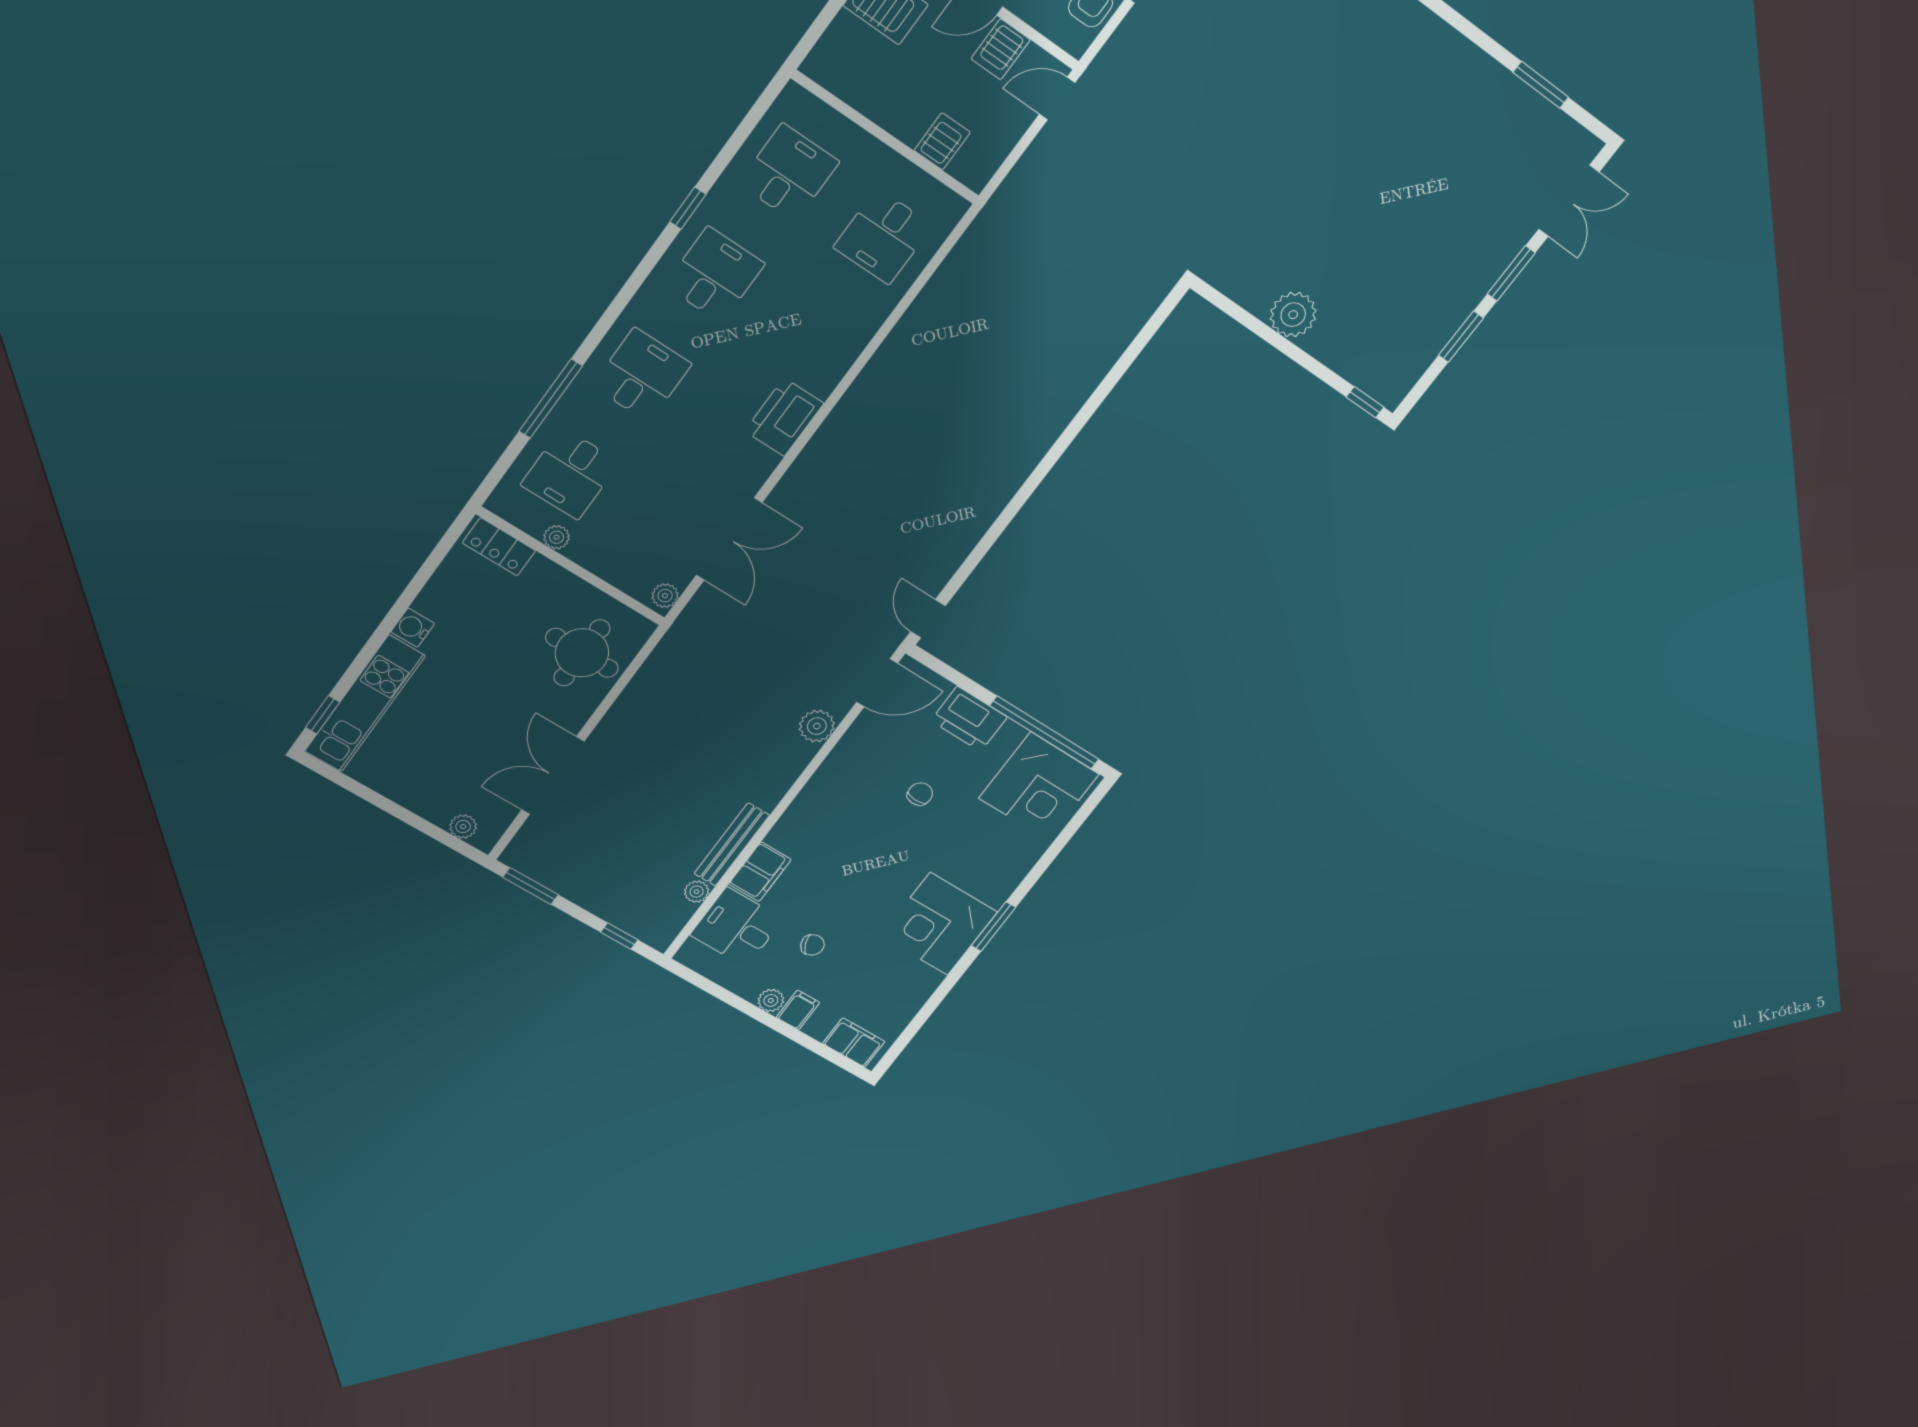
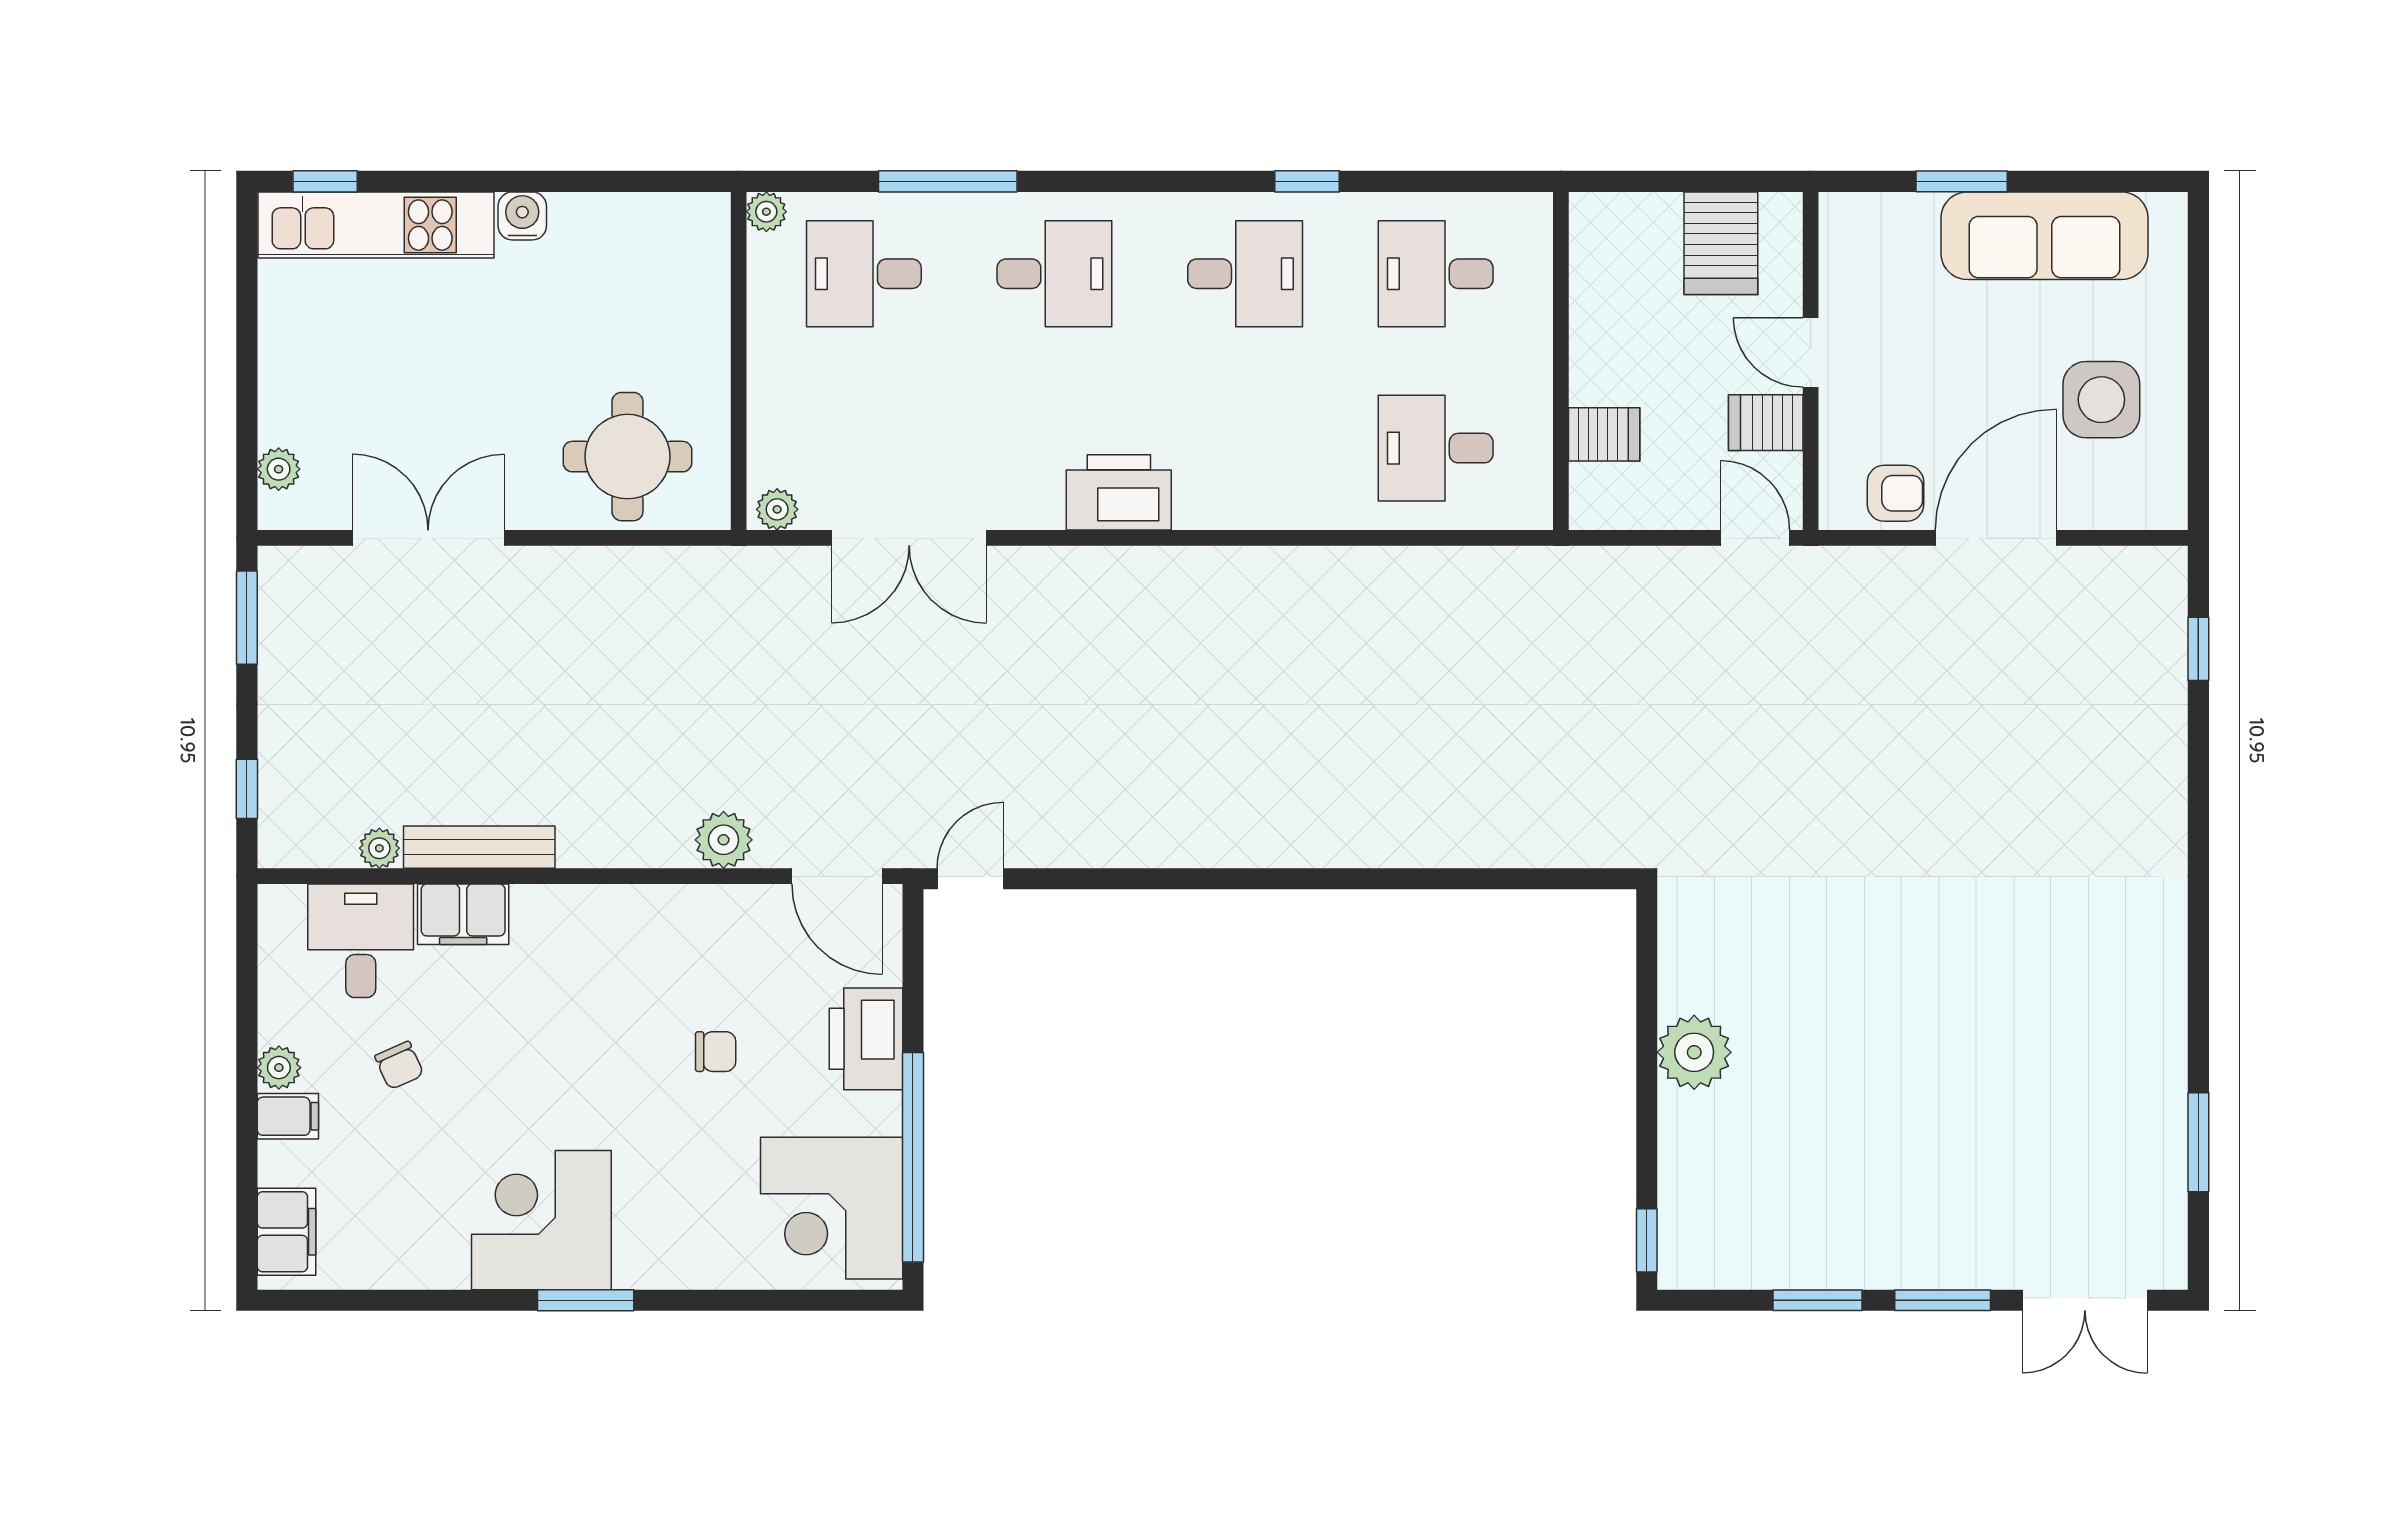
desk: (789, 173) -> (1436, 274), turned 180
plant: (557, 537) -> (766, 212), moved
locker: (499, 547) -> (706, 251), removed

